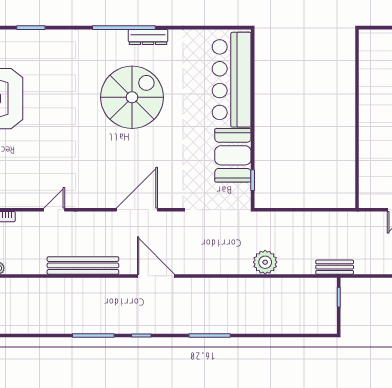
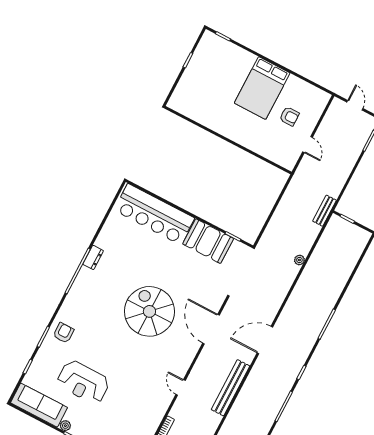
dresser: (148, 37) -> (93, 257), width x0.70
armchair: (47, 48) -> (64, 333), added
spiral stairs: (132, 97) -> (149, 311), moved
plant: (265, 262) -> (299, 260), width x0.53, depth x0.53

